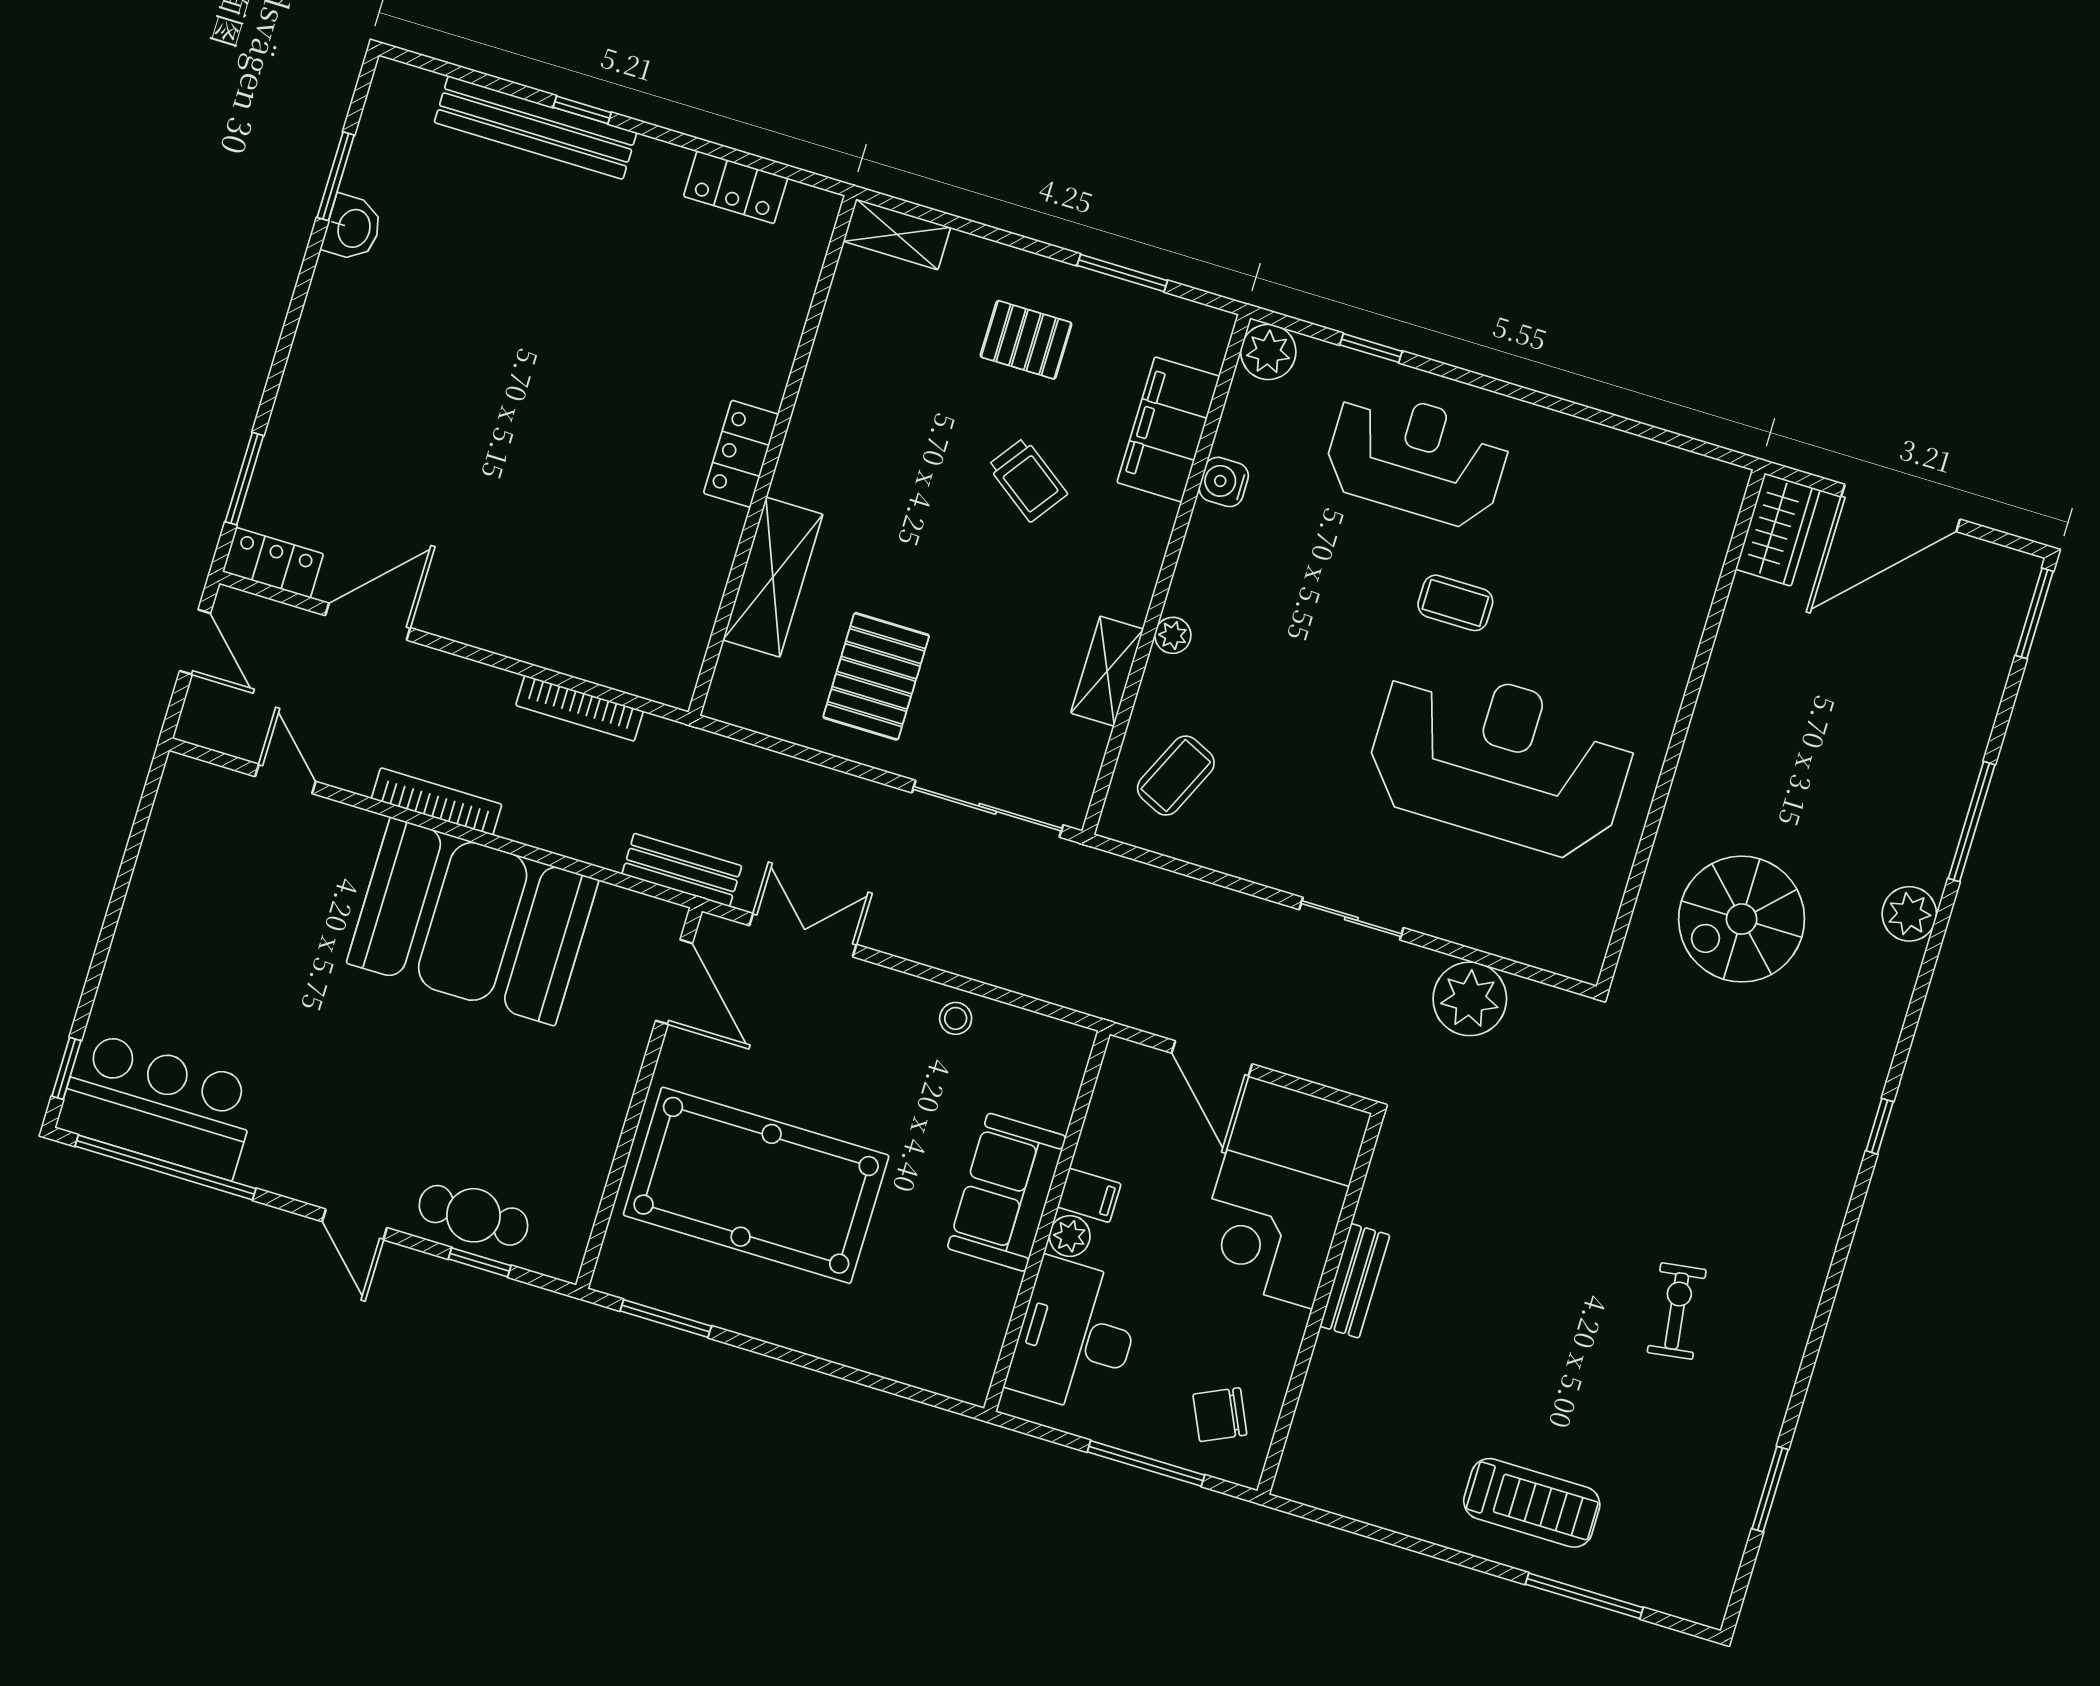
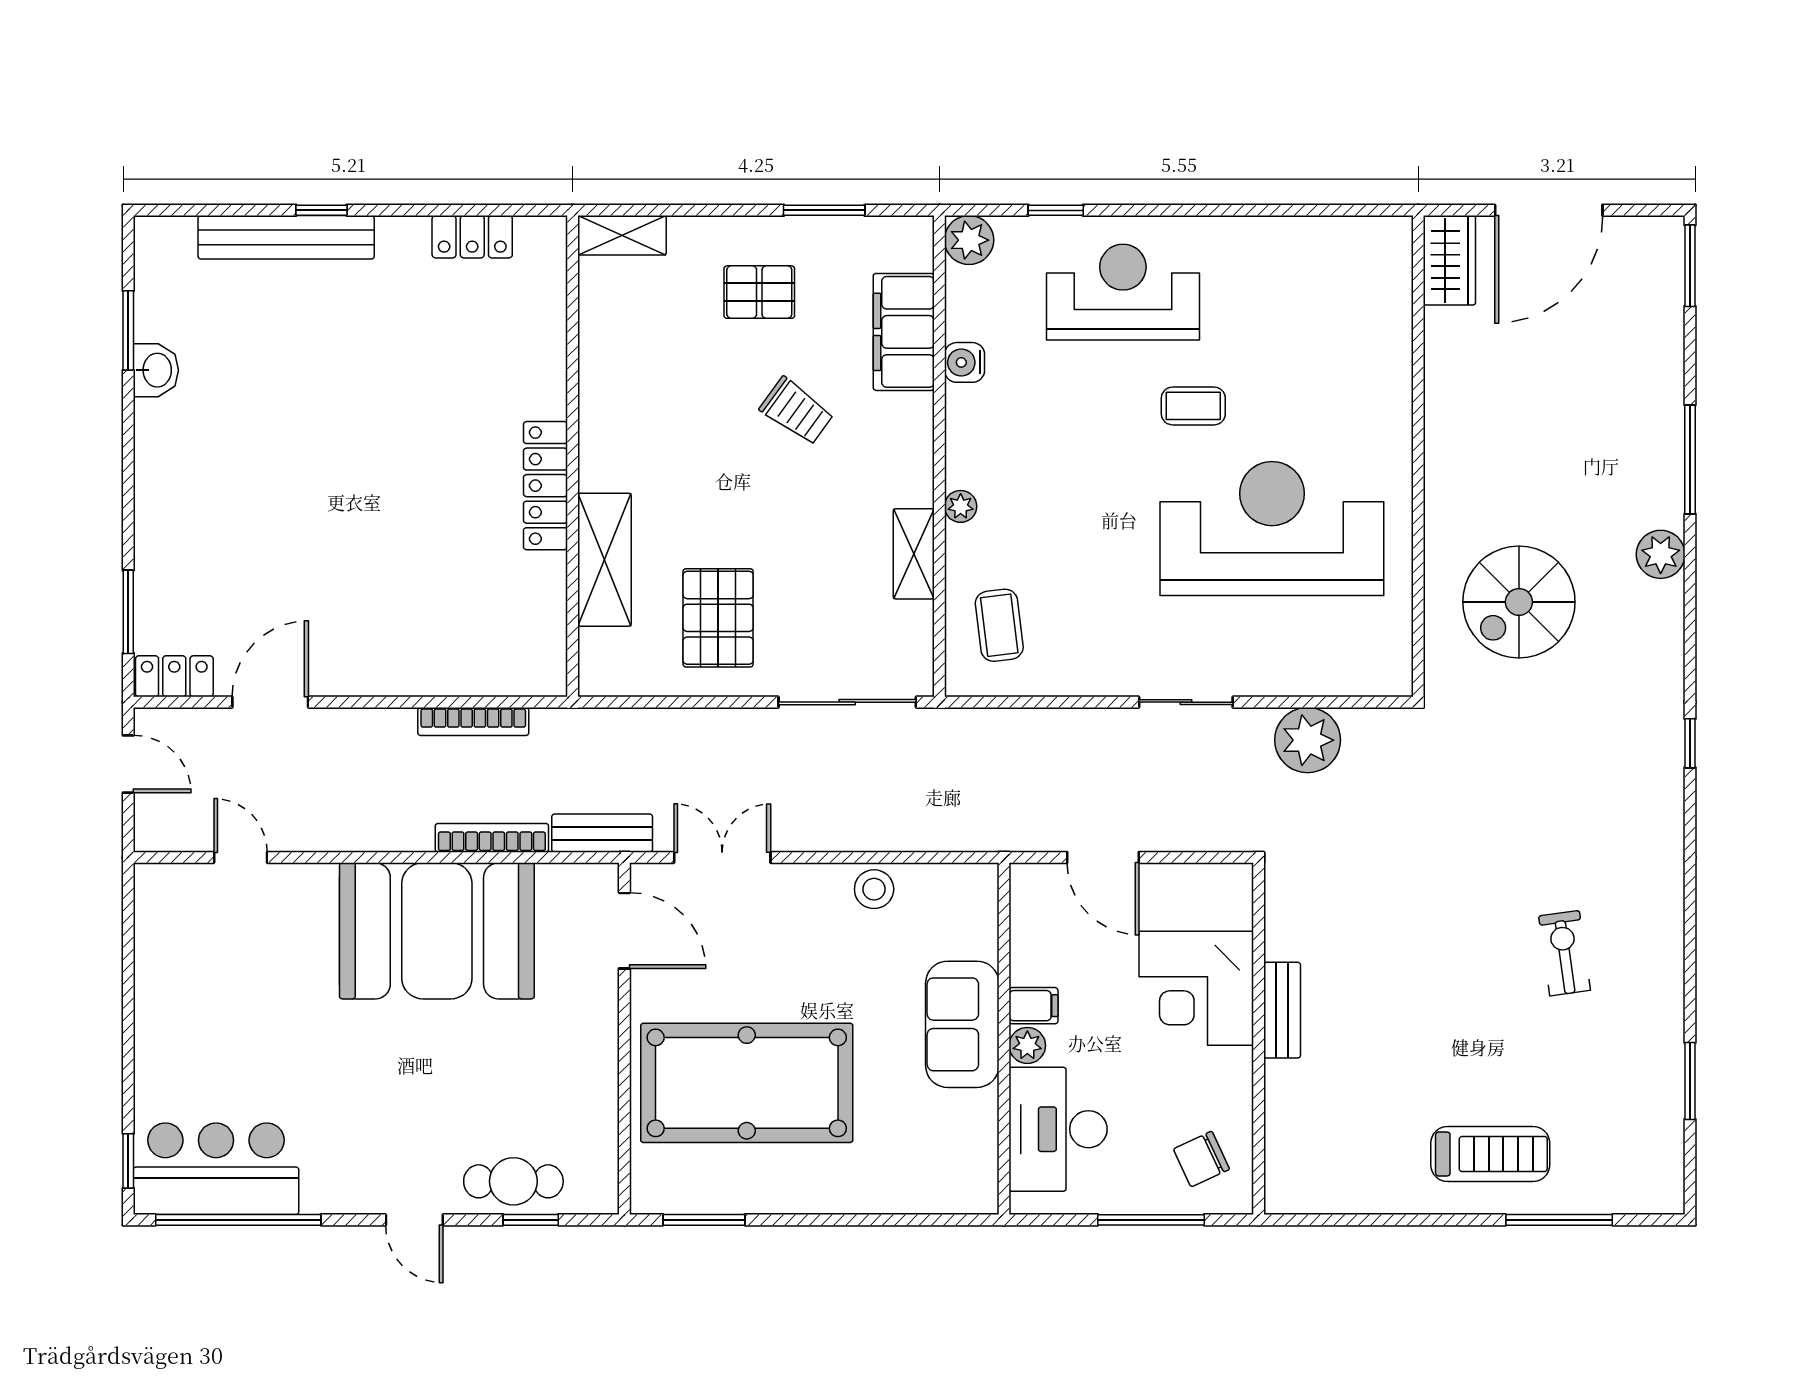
locker: (741, 454) -> (545, 486), width x1.53
coffee table: (1176, 776) -> (999, 625), turned -32
bookcase: (437, 801) -> (492, 838), moved
stool: (956, 1018) -> (874, 889), width x1.37, depth x1.37

